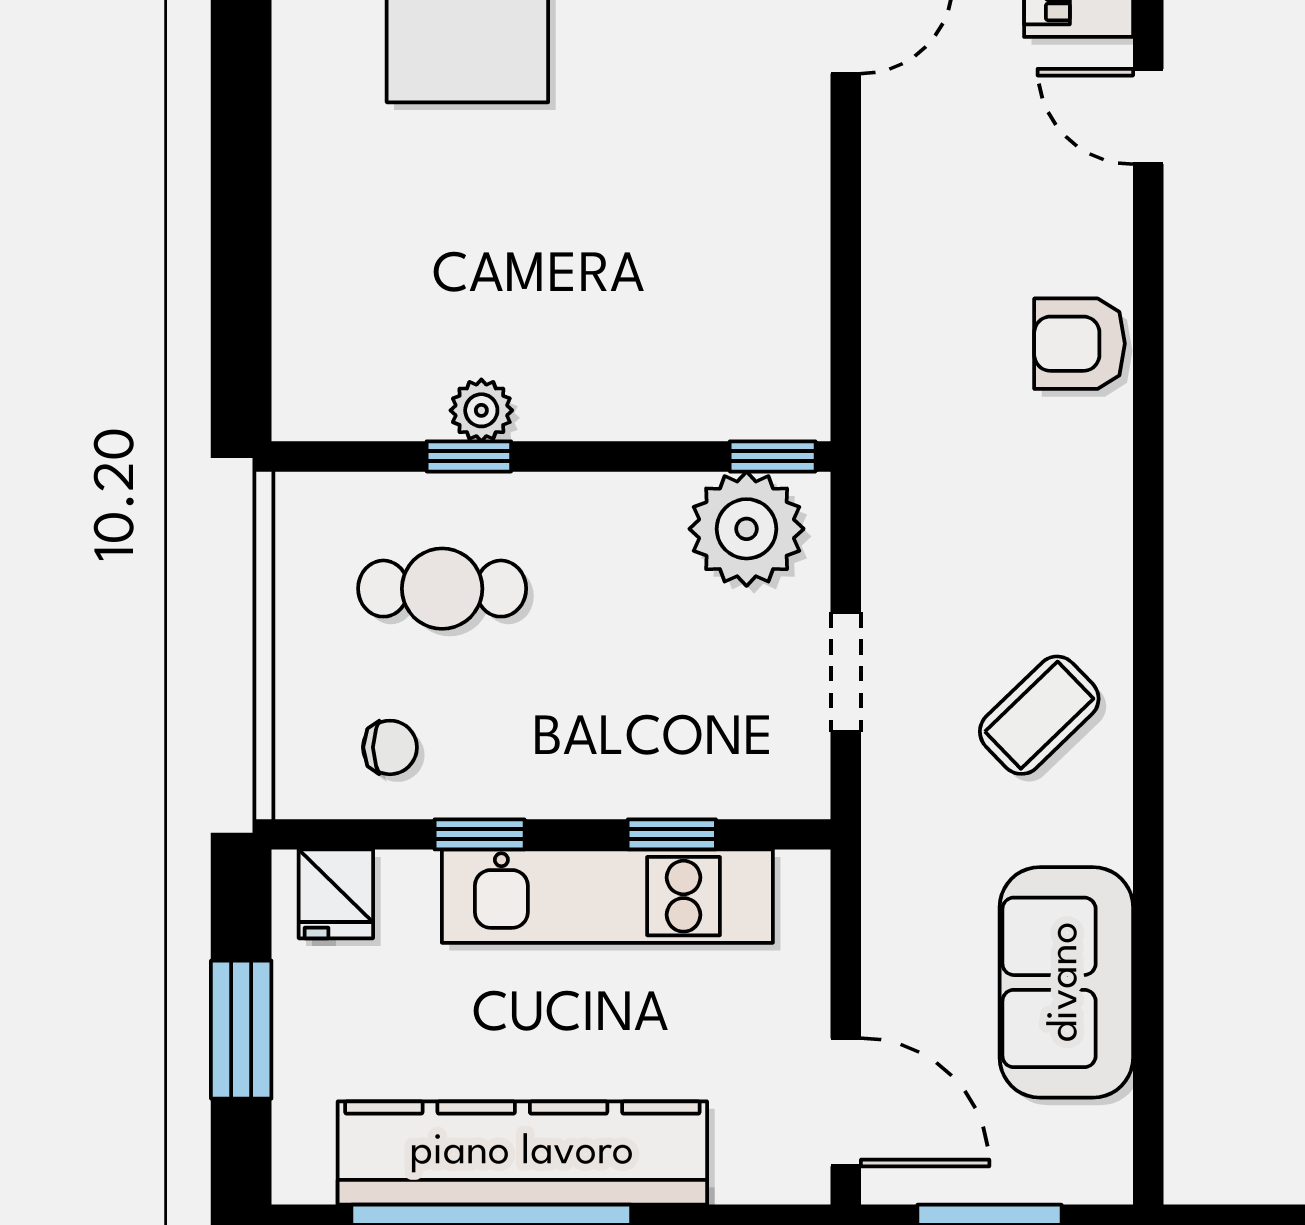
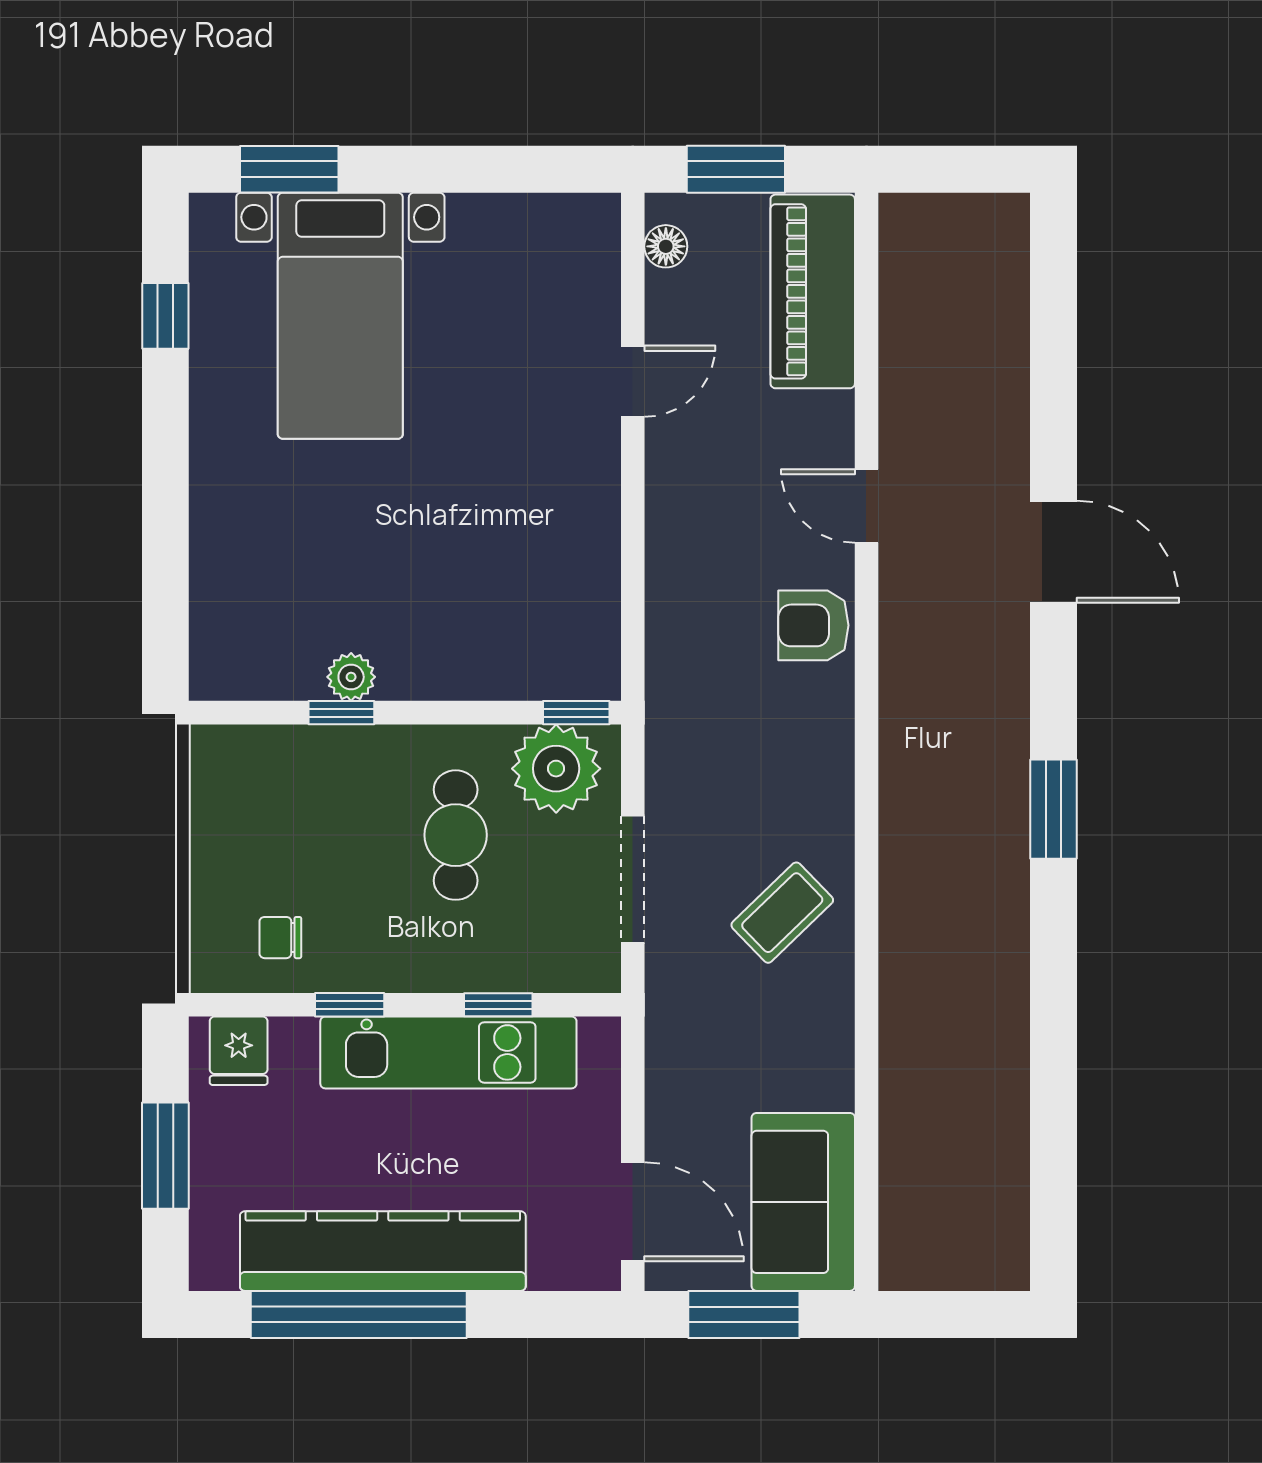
door: (1148, 117) -> (866, 506), moved
cafe table: (442, 589) -> (456, 835), moved, turned 90
doorway: (846, 672) -> (633, 879), width x1.38
chair: (390, 747) -> (280, 938), turned 180
sofa: (1066, 982) -> (803, 1202), moved

